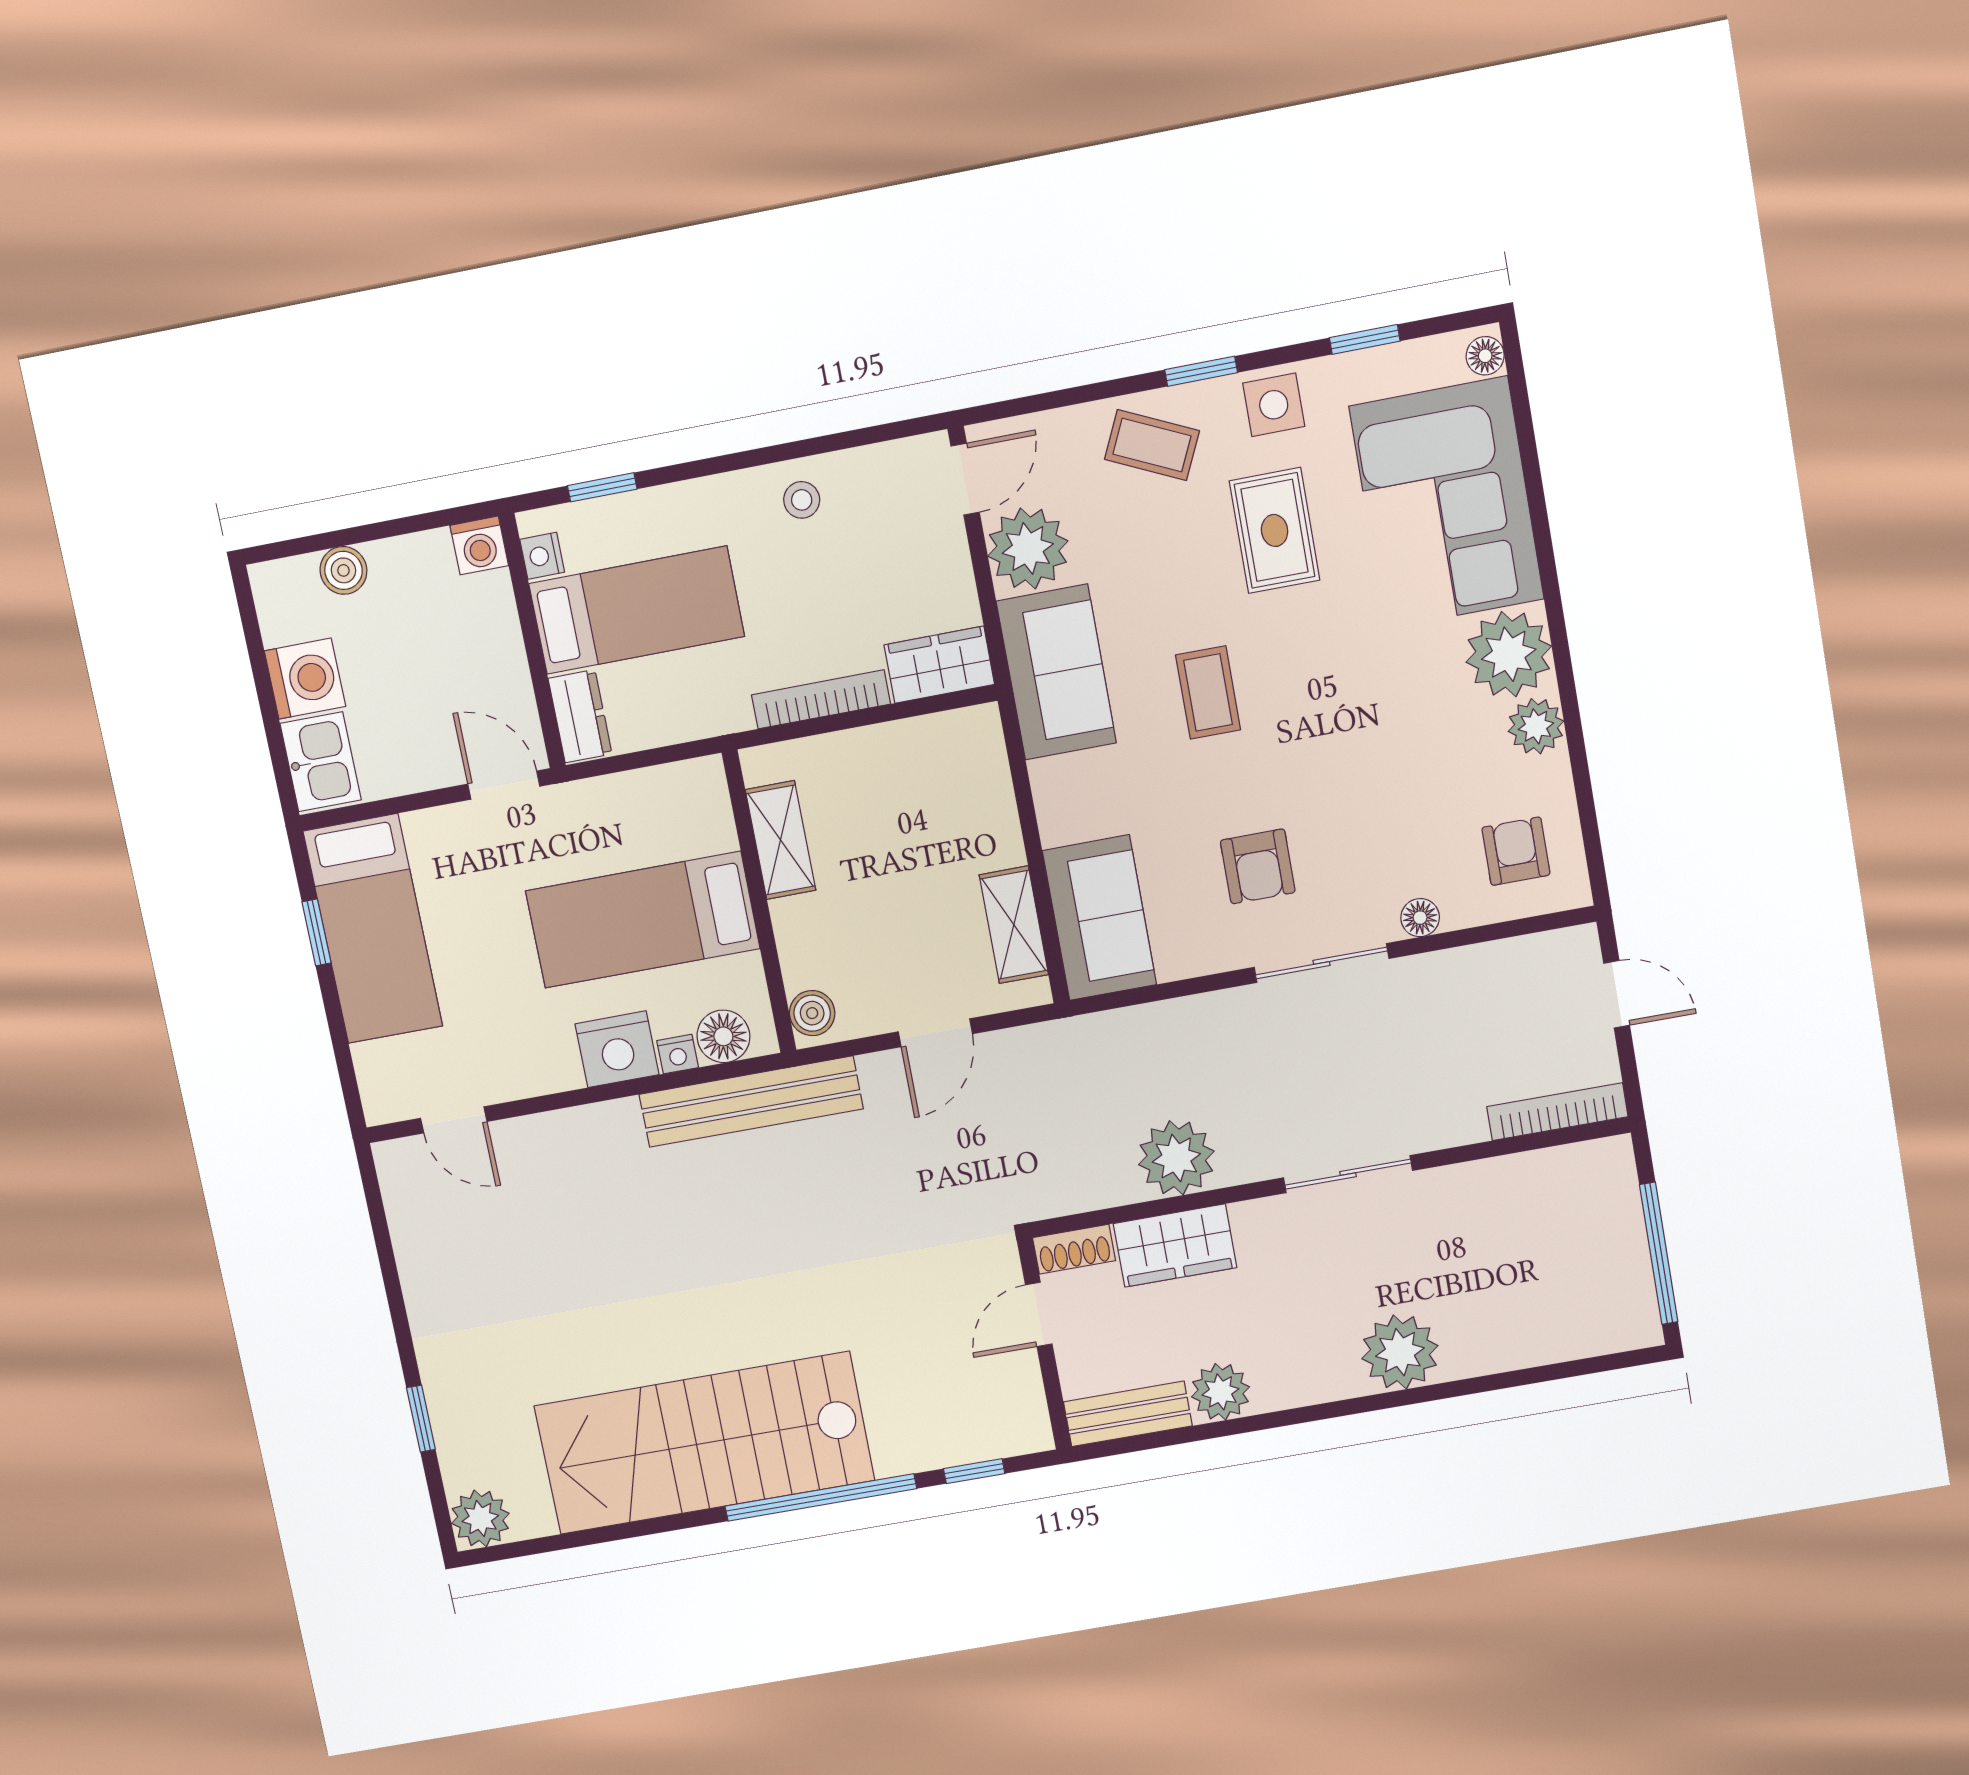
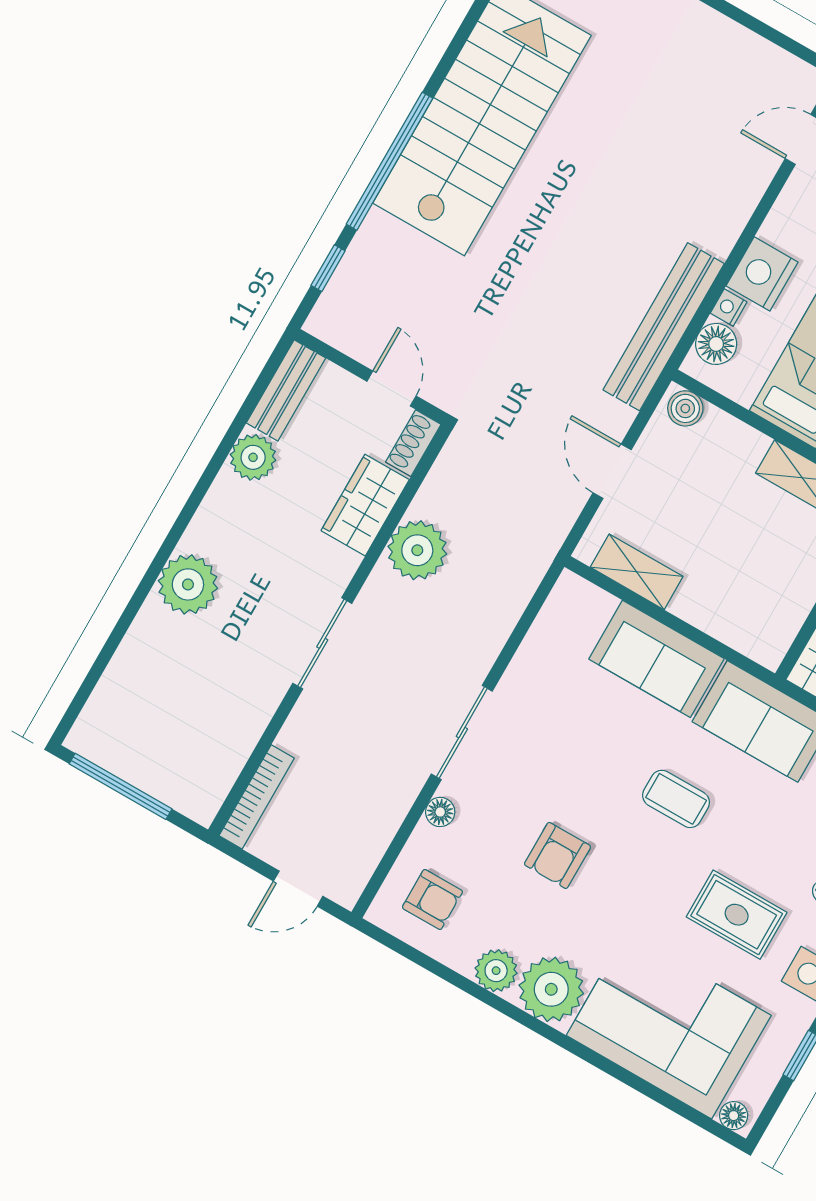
armchair: (1258, 866) -> (558, 855), moved, turned -90
sofa: (1099, 918) -> (656, 659), moved

